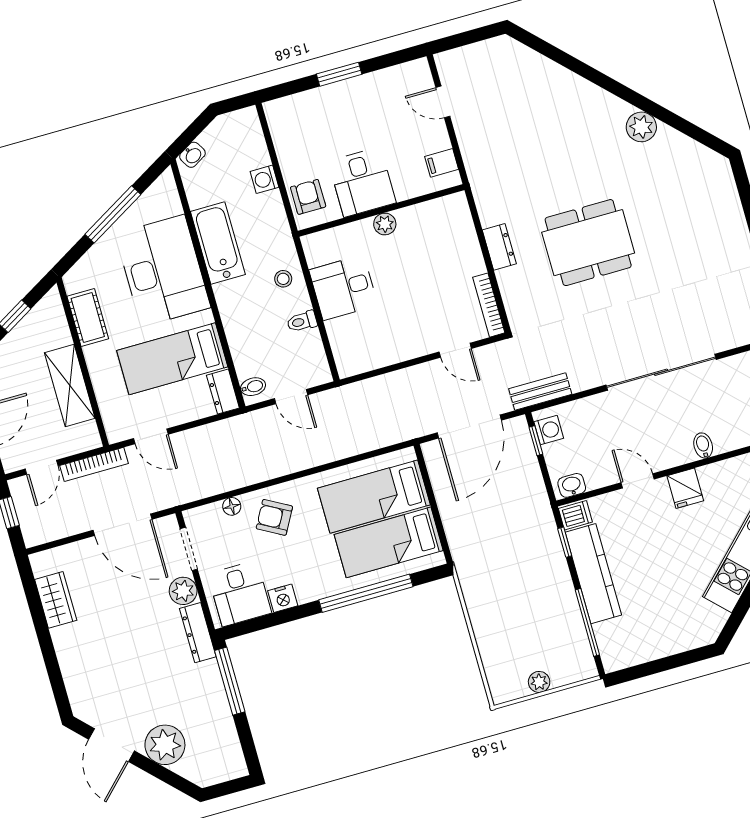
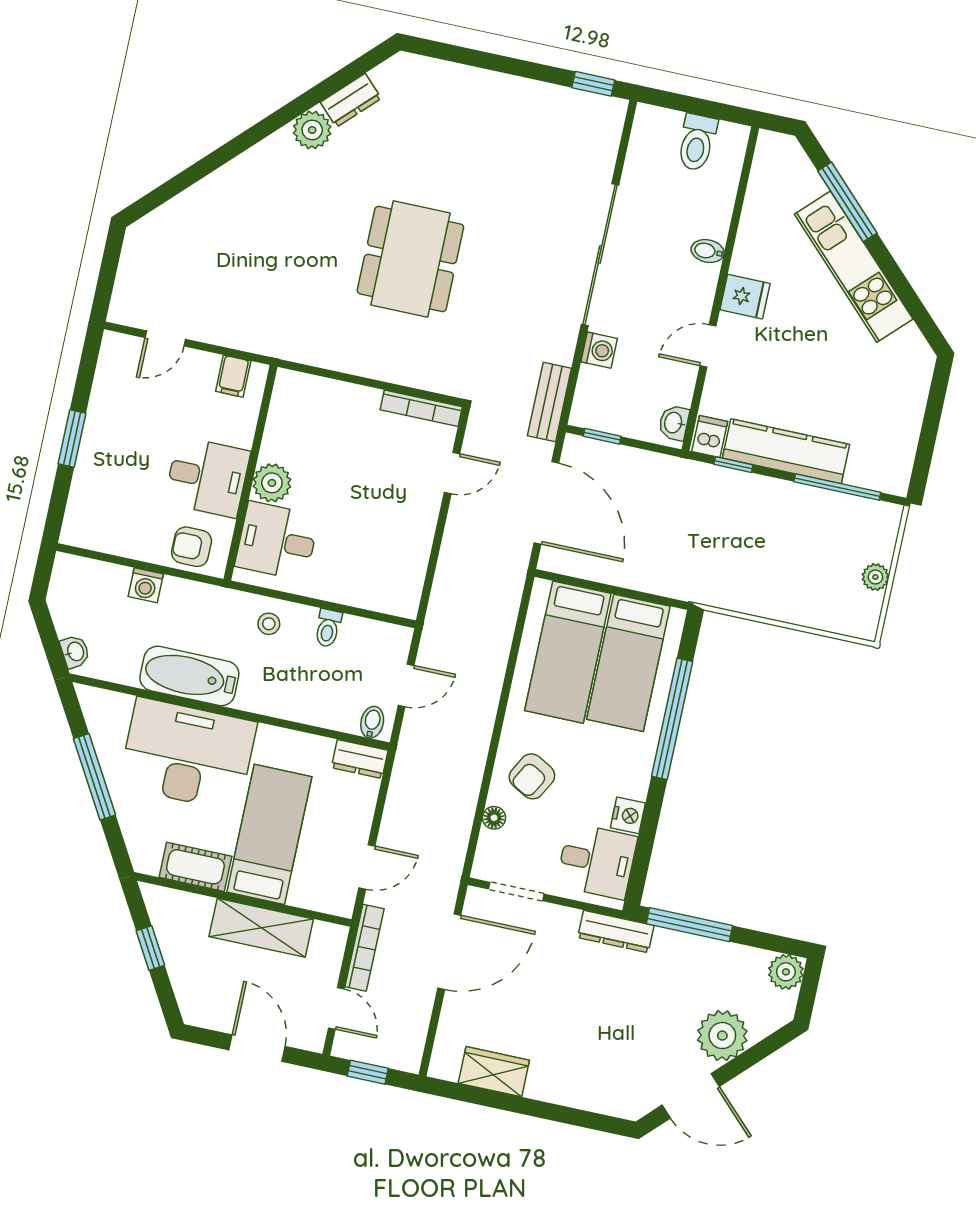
plant: (385, 224) -> (272, 483), width x1.38, depth x1.38
dresser: (499, 247) -> (351, 100), moved, turned 135
desk: (343, 288) -> (277, 541), moved, turned 90
bed: (172, 359) -> (269, 834), moved, turned 180
washing machine: (549, 430) -> (599, 350), moved, turned 90
plant: (183, 591) -> (786, 972), moved

